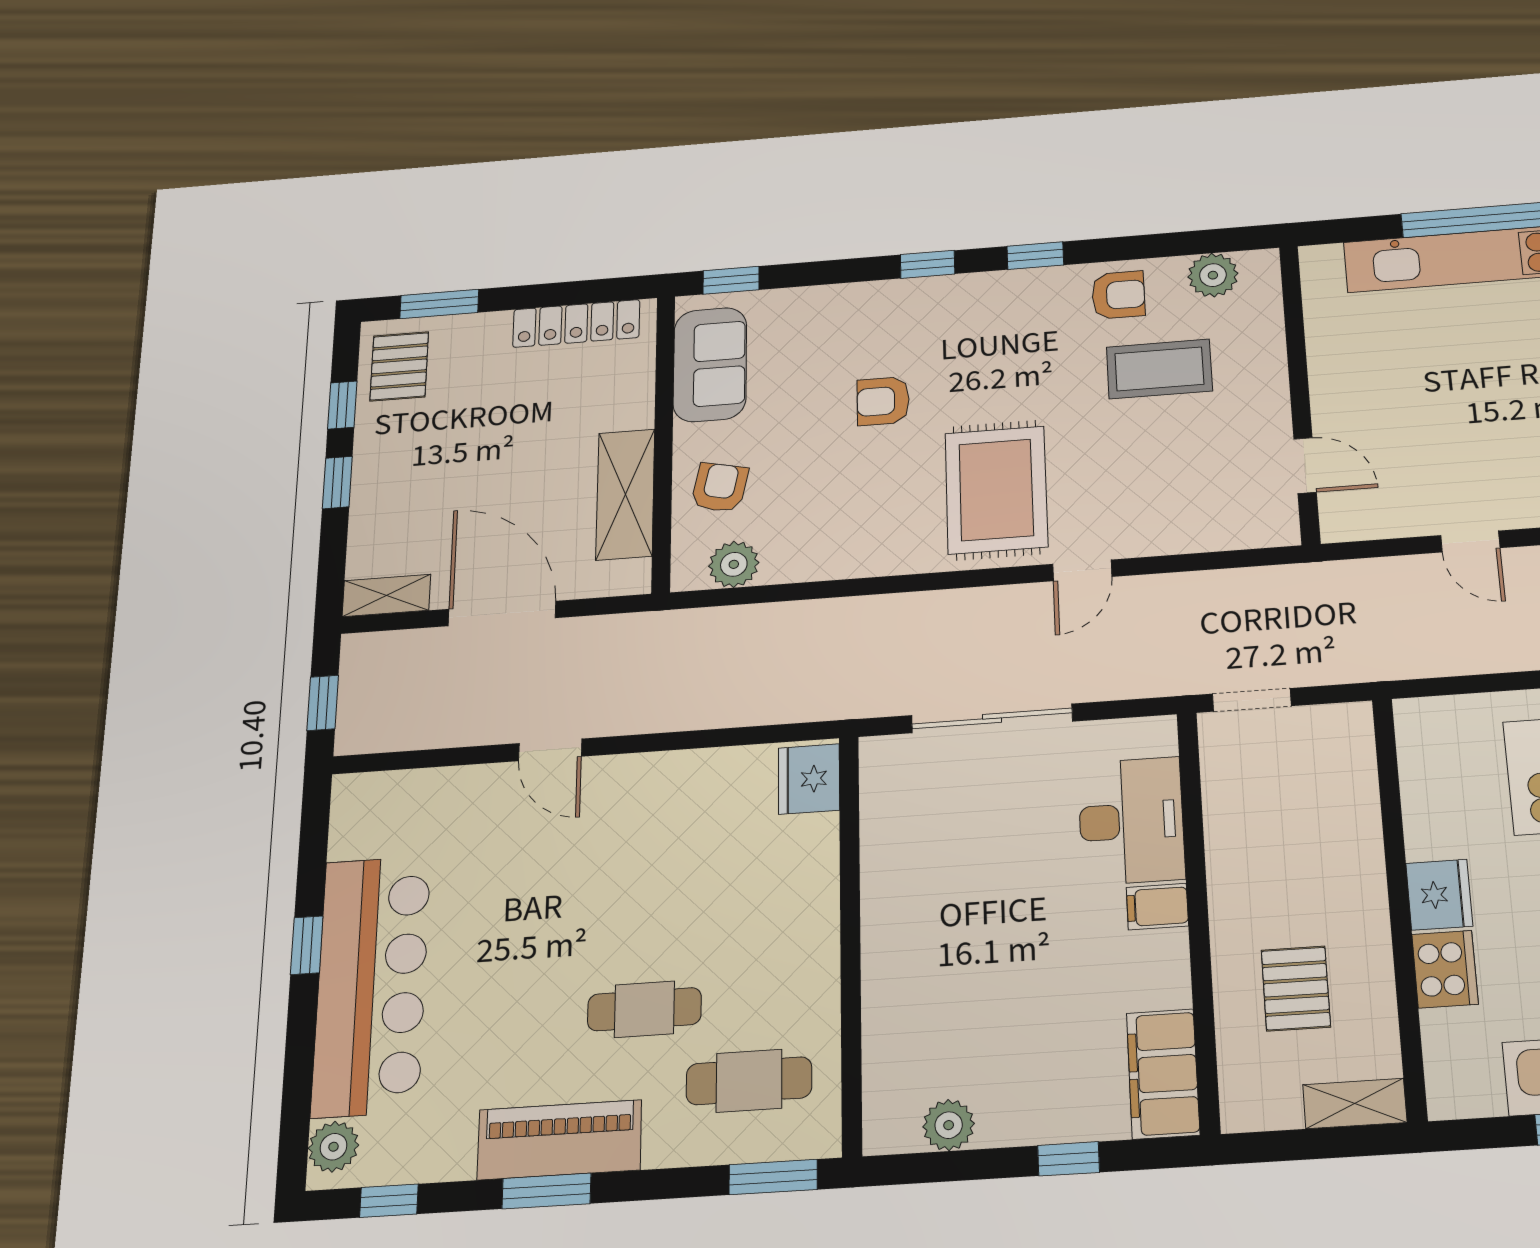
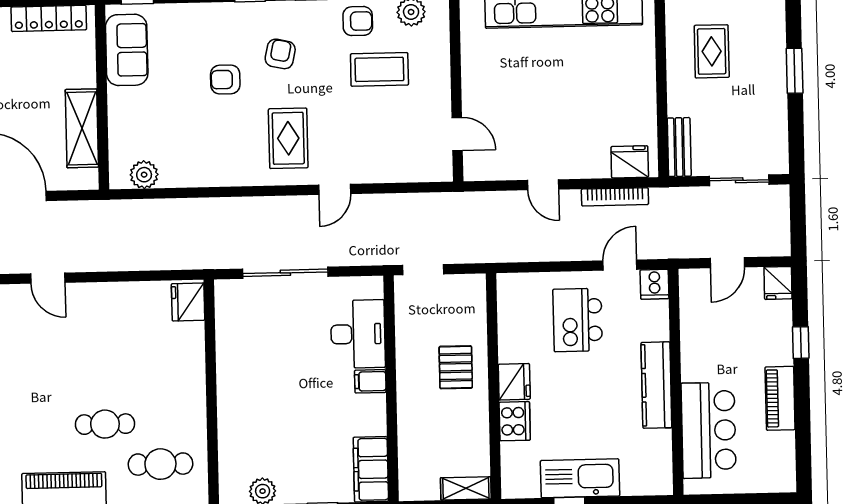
armchair: (720, 487) -> (280, 54), moved
rug: (996, 490) -> (288, 138), width x0.73, depth x0.70
pallet: (1296, 988) -> (456, 367), moved

